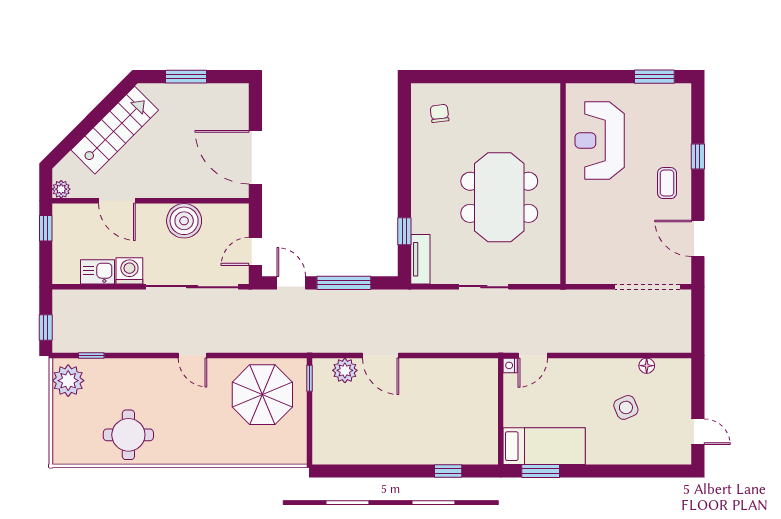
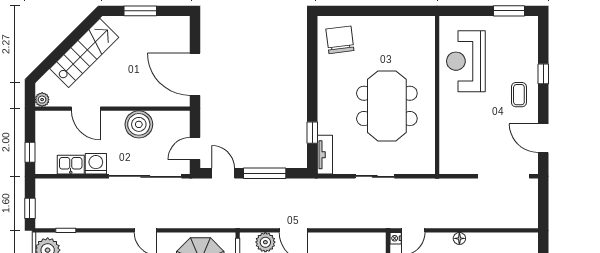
chair: (440, 113) -> (340, 40), width x1.87, depth x1.87
window: (46, 228) -> (30, 152), moved
floor lamp: (647, 366) -> (459, 238), moved

